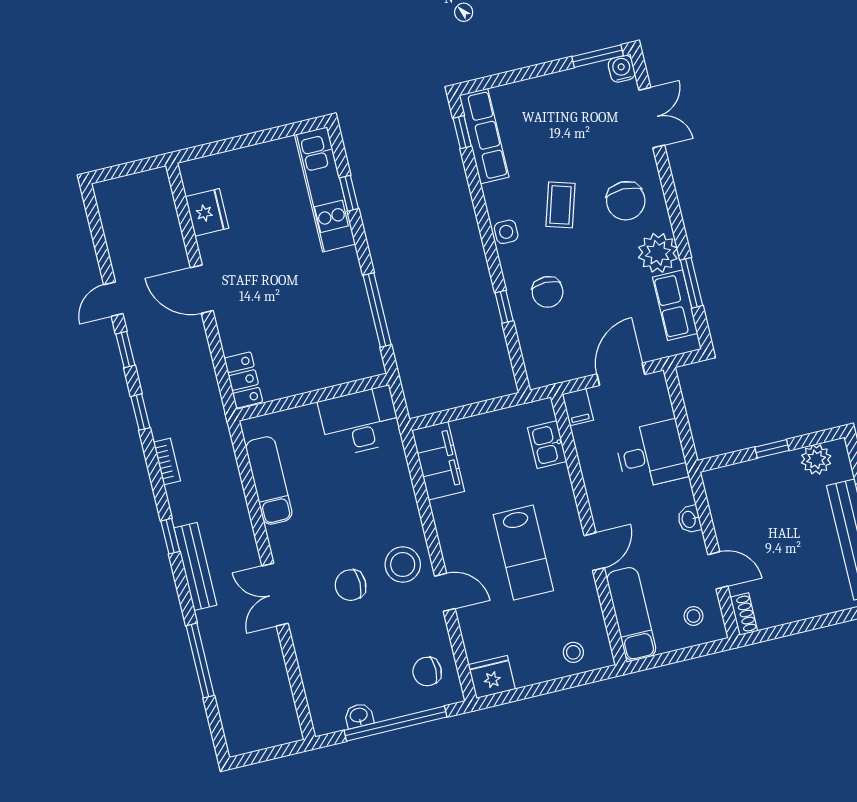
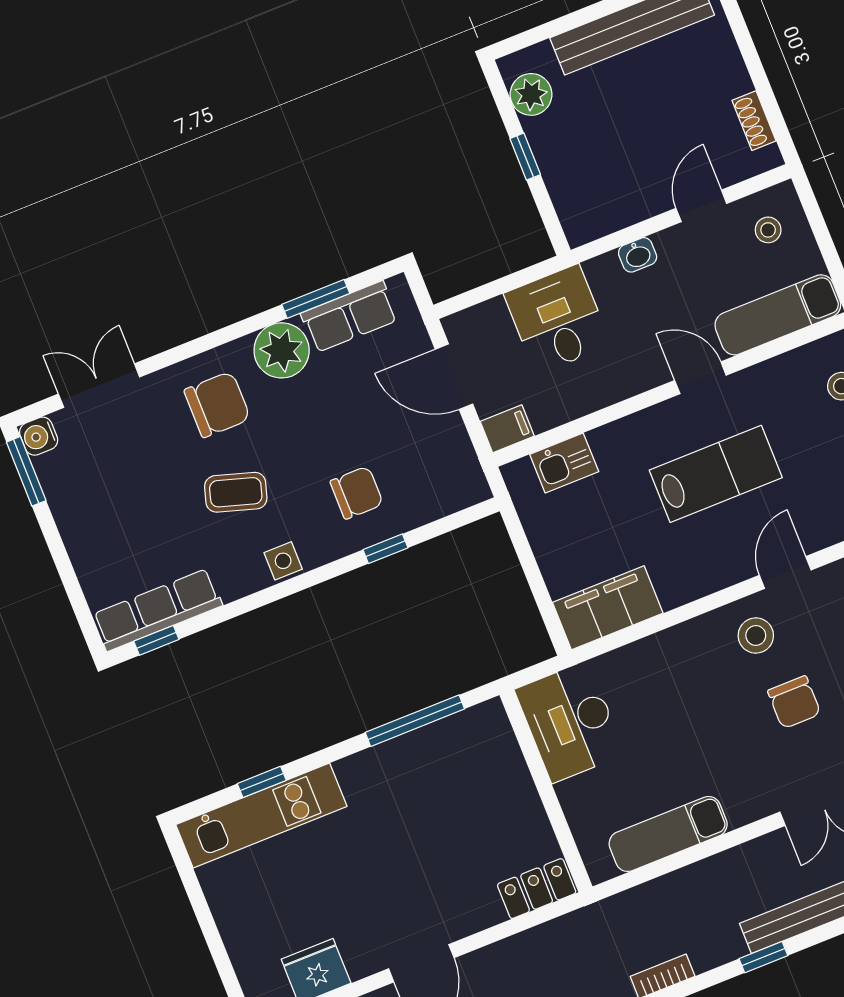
stool: (403, 565) -> (756, 635), width x0.73, depth x0.73
shoe rack: (744, 614) -> (754, 121), moved, turned -90

